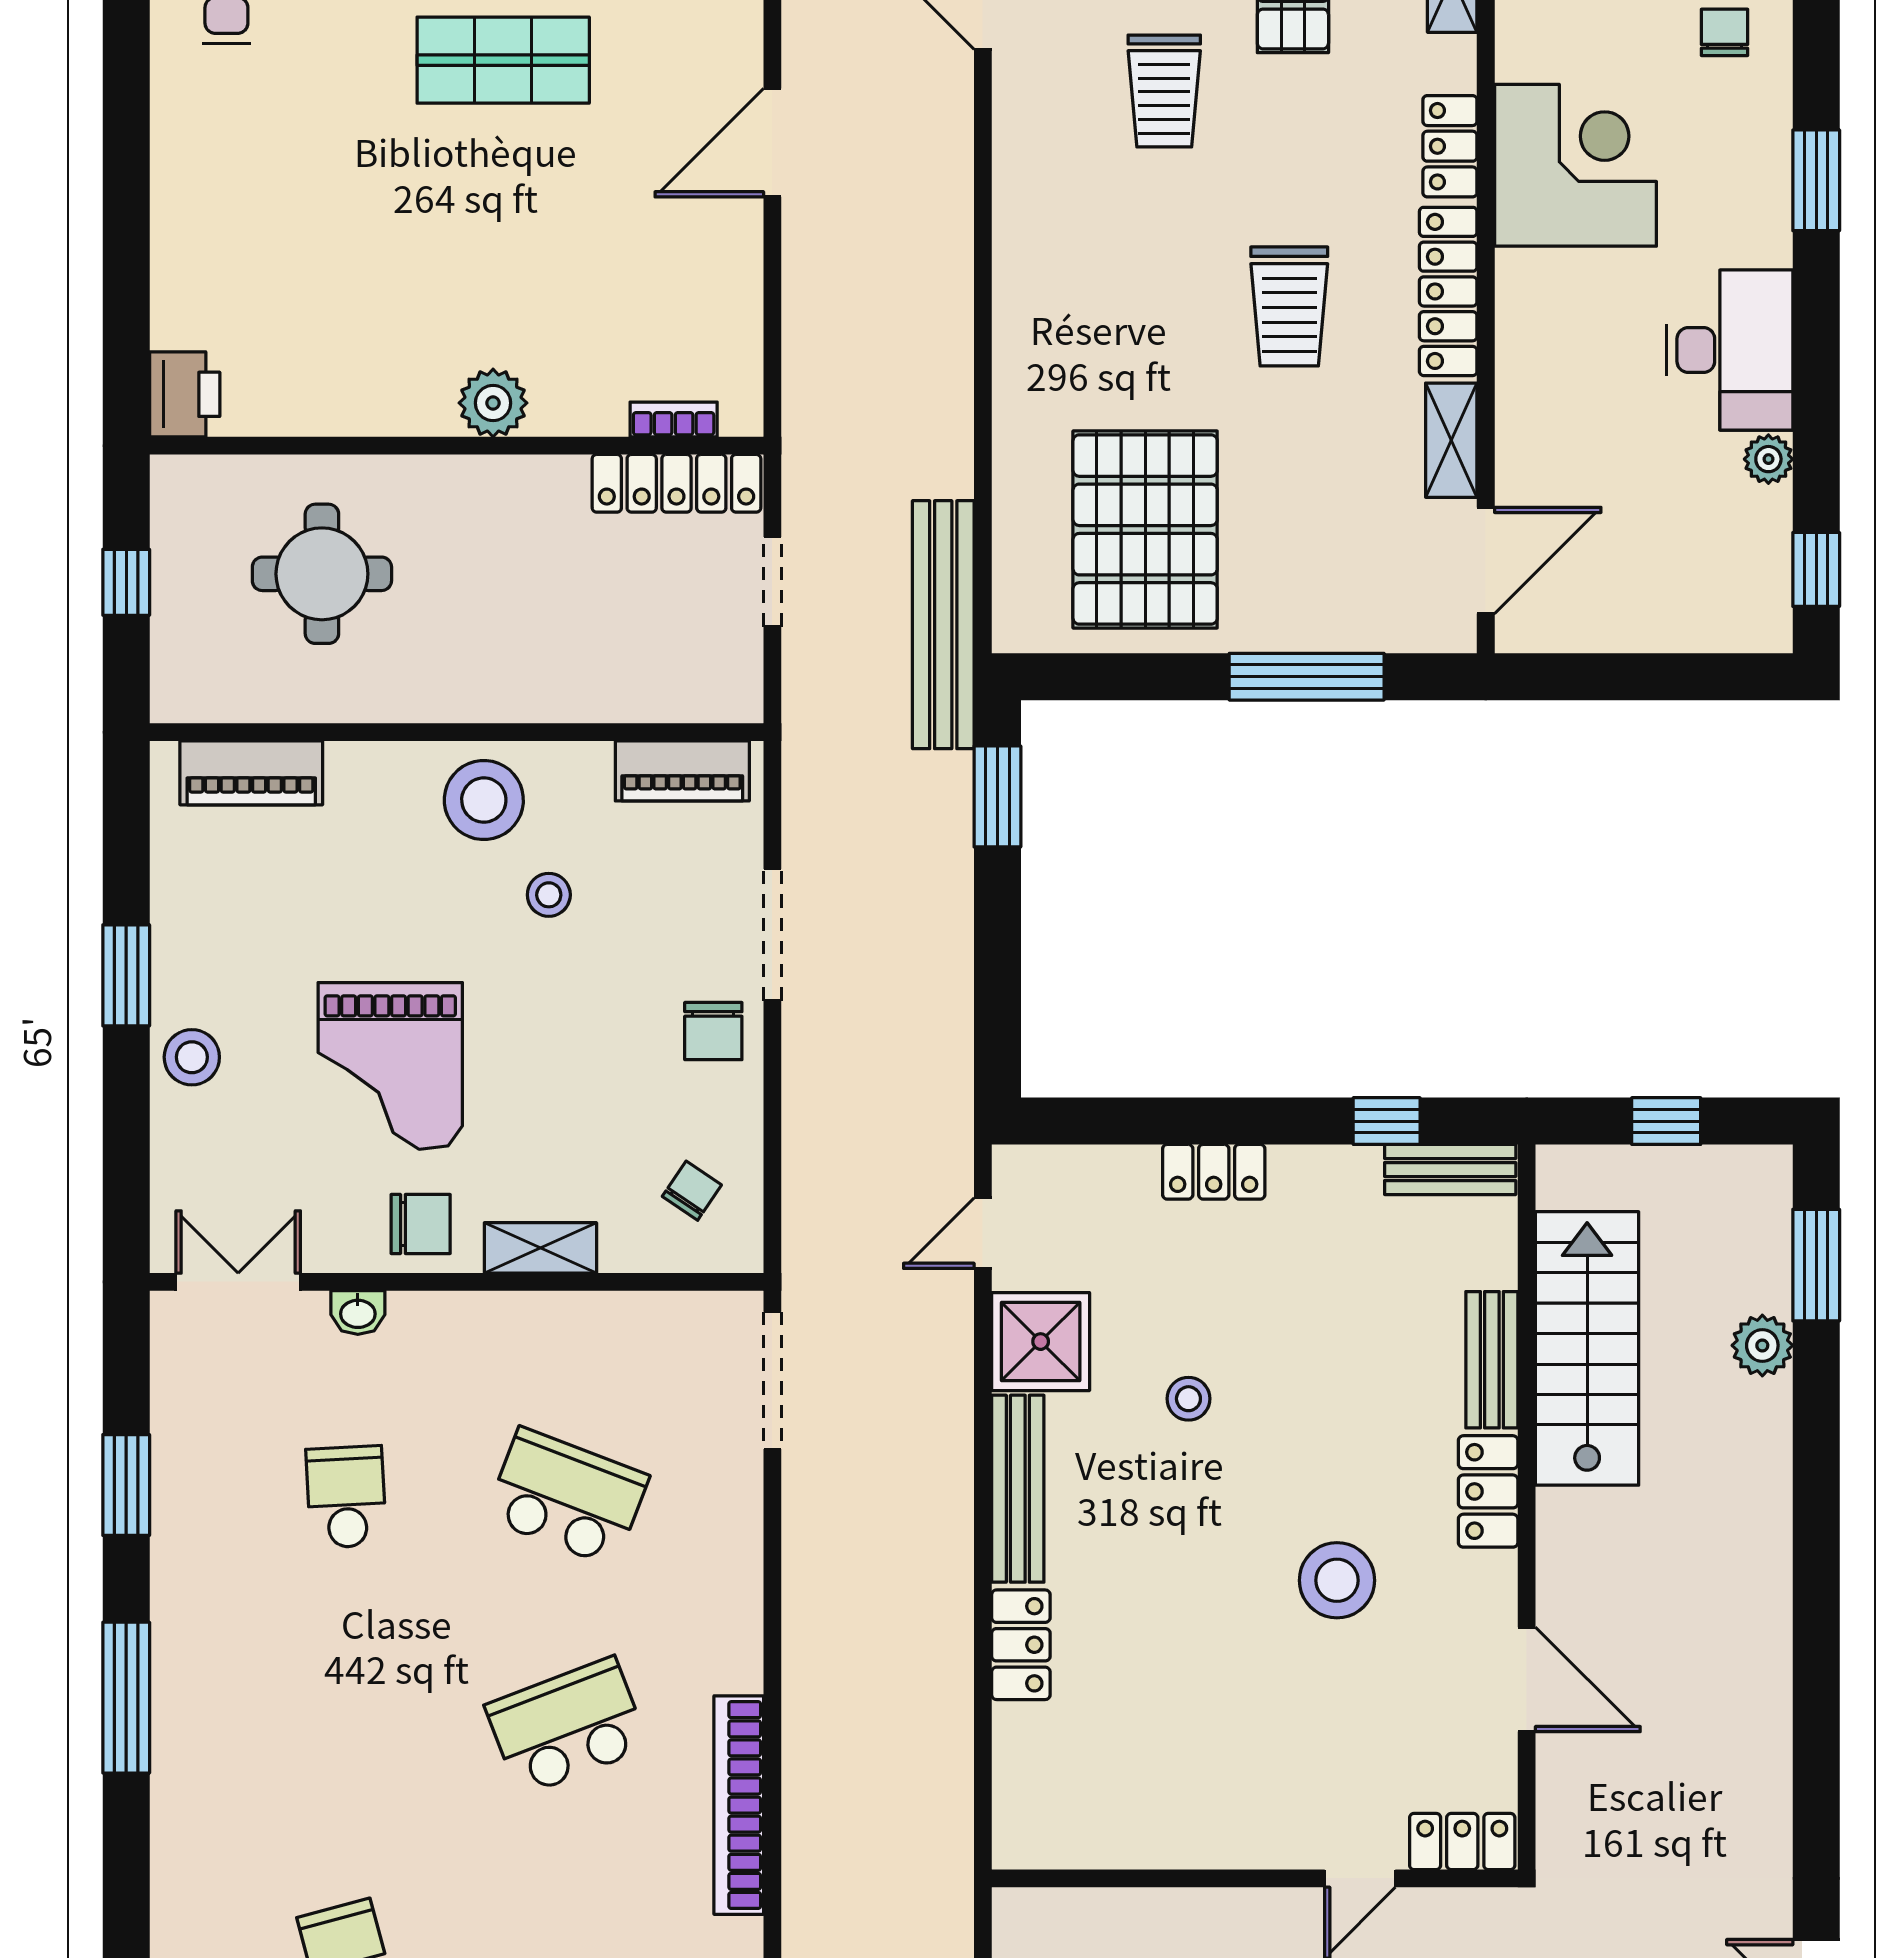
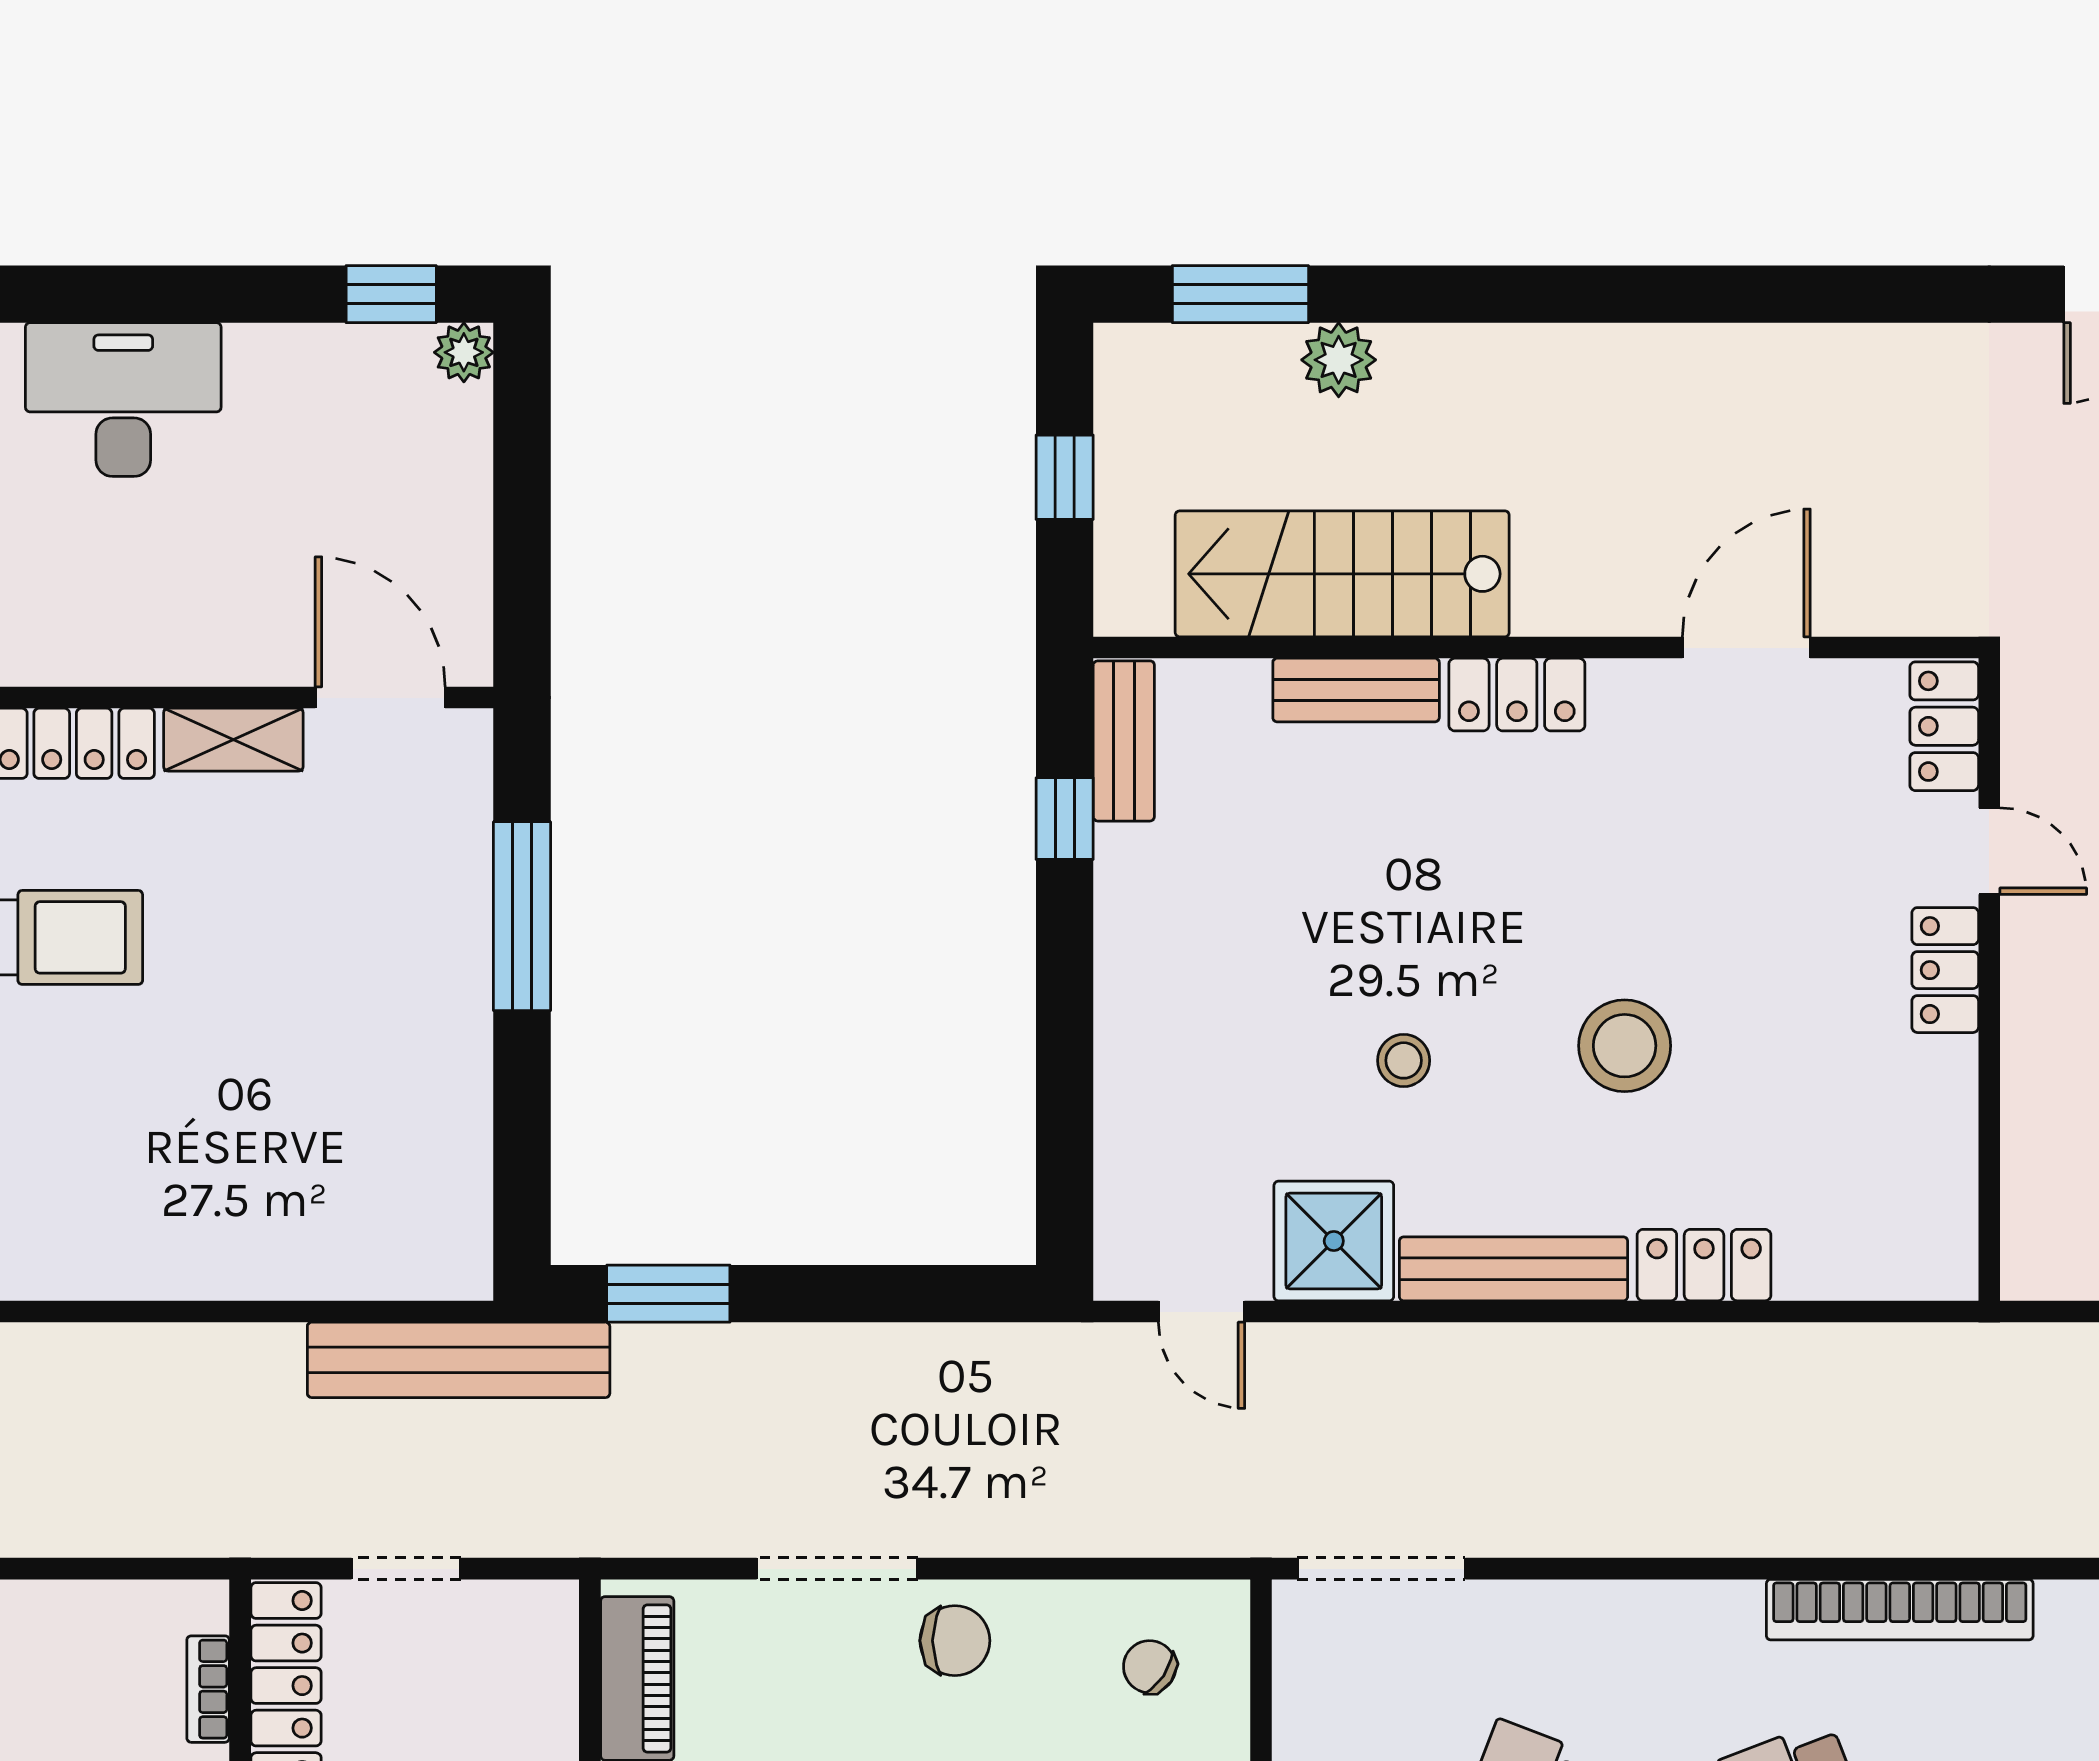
plant: (1768, 459) -> (464, 352), moved
pallet: (1145, 529) -> (342, 1113), removed
locker: (1214, 1172) -> (1945, 970), moved, turned 180
stool: (1337, 1580) -> (1625, 1046), moved

